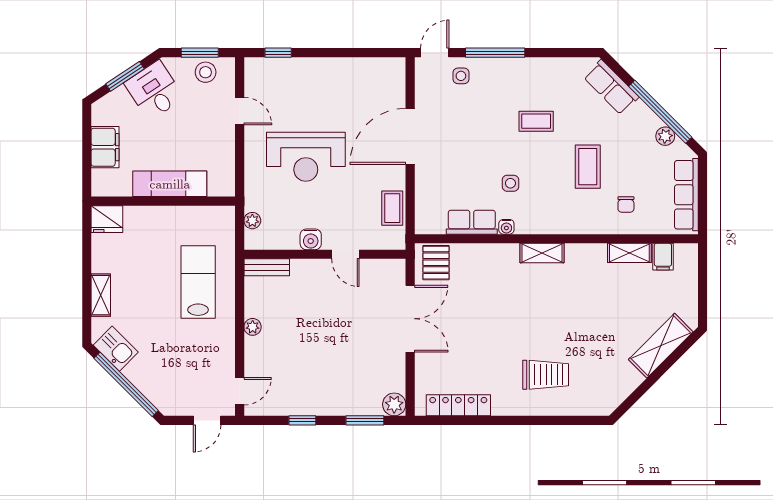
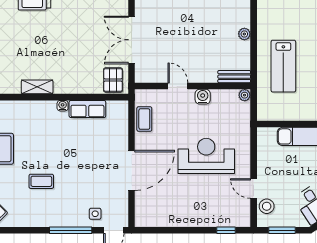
stool: (206, 72) -> (267, 206), moved
side table: (510, 183) -> (60, 137), removed
plant: (252, 221) -> (245, 95), moved

